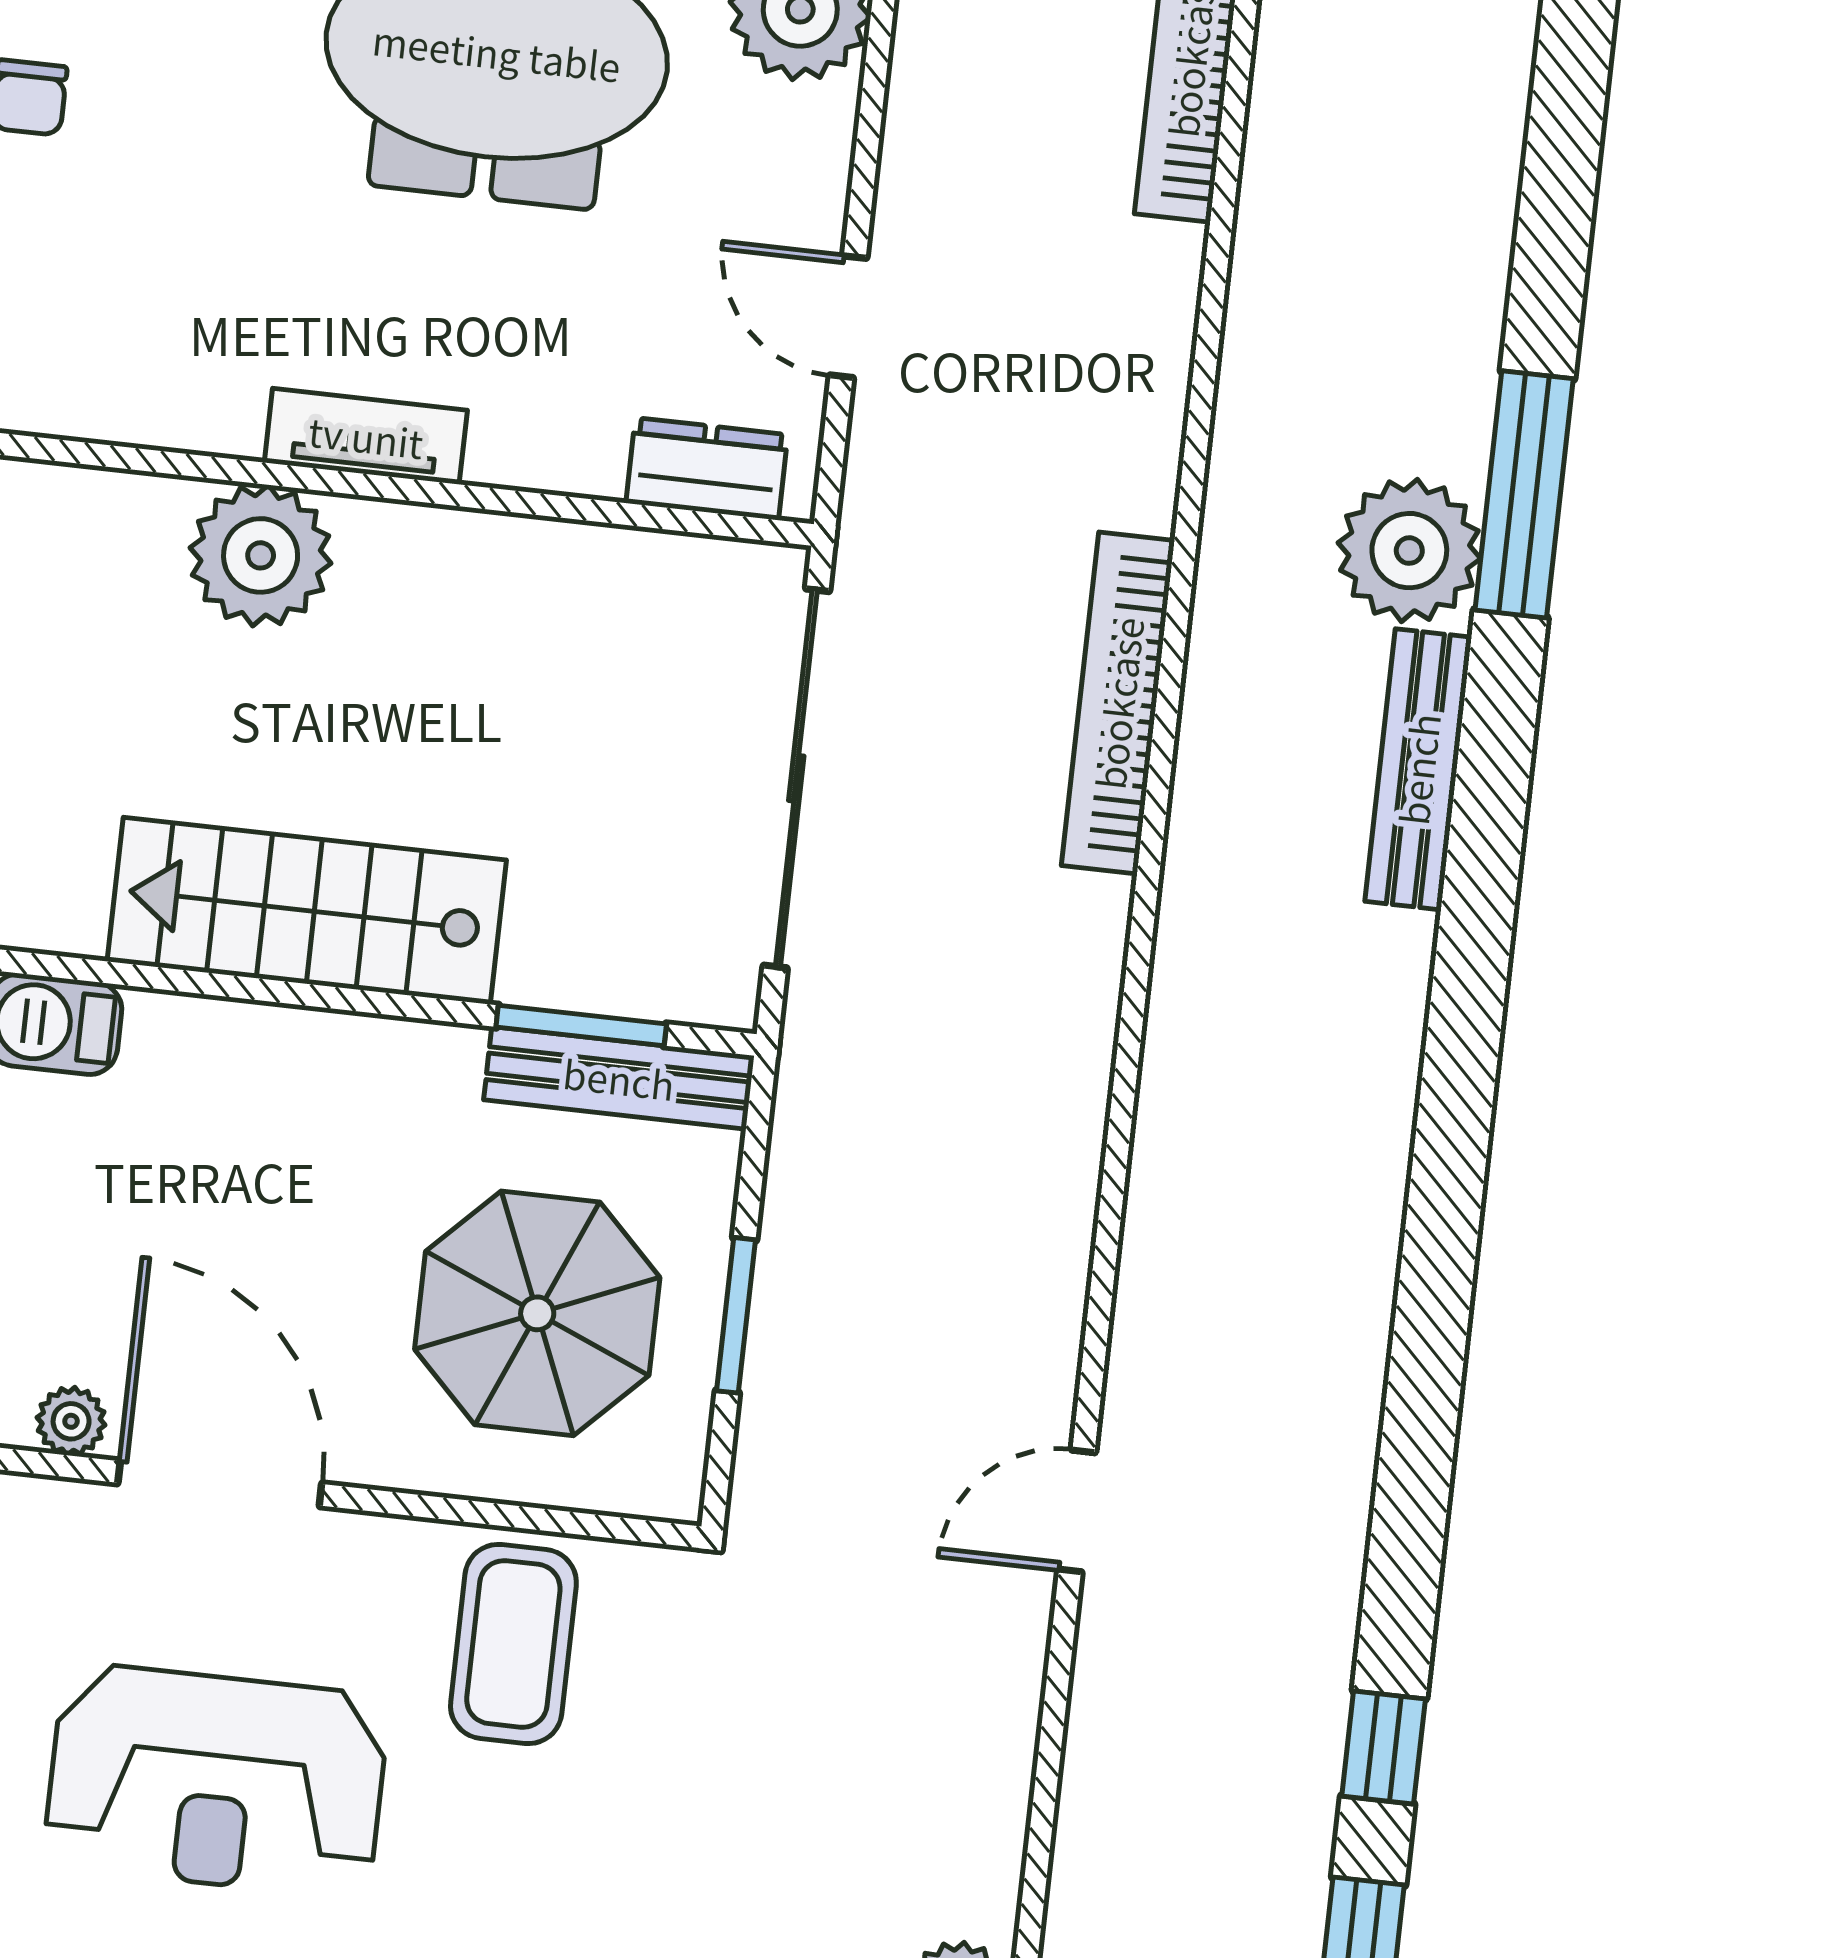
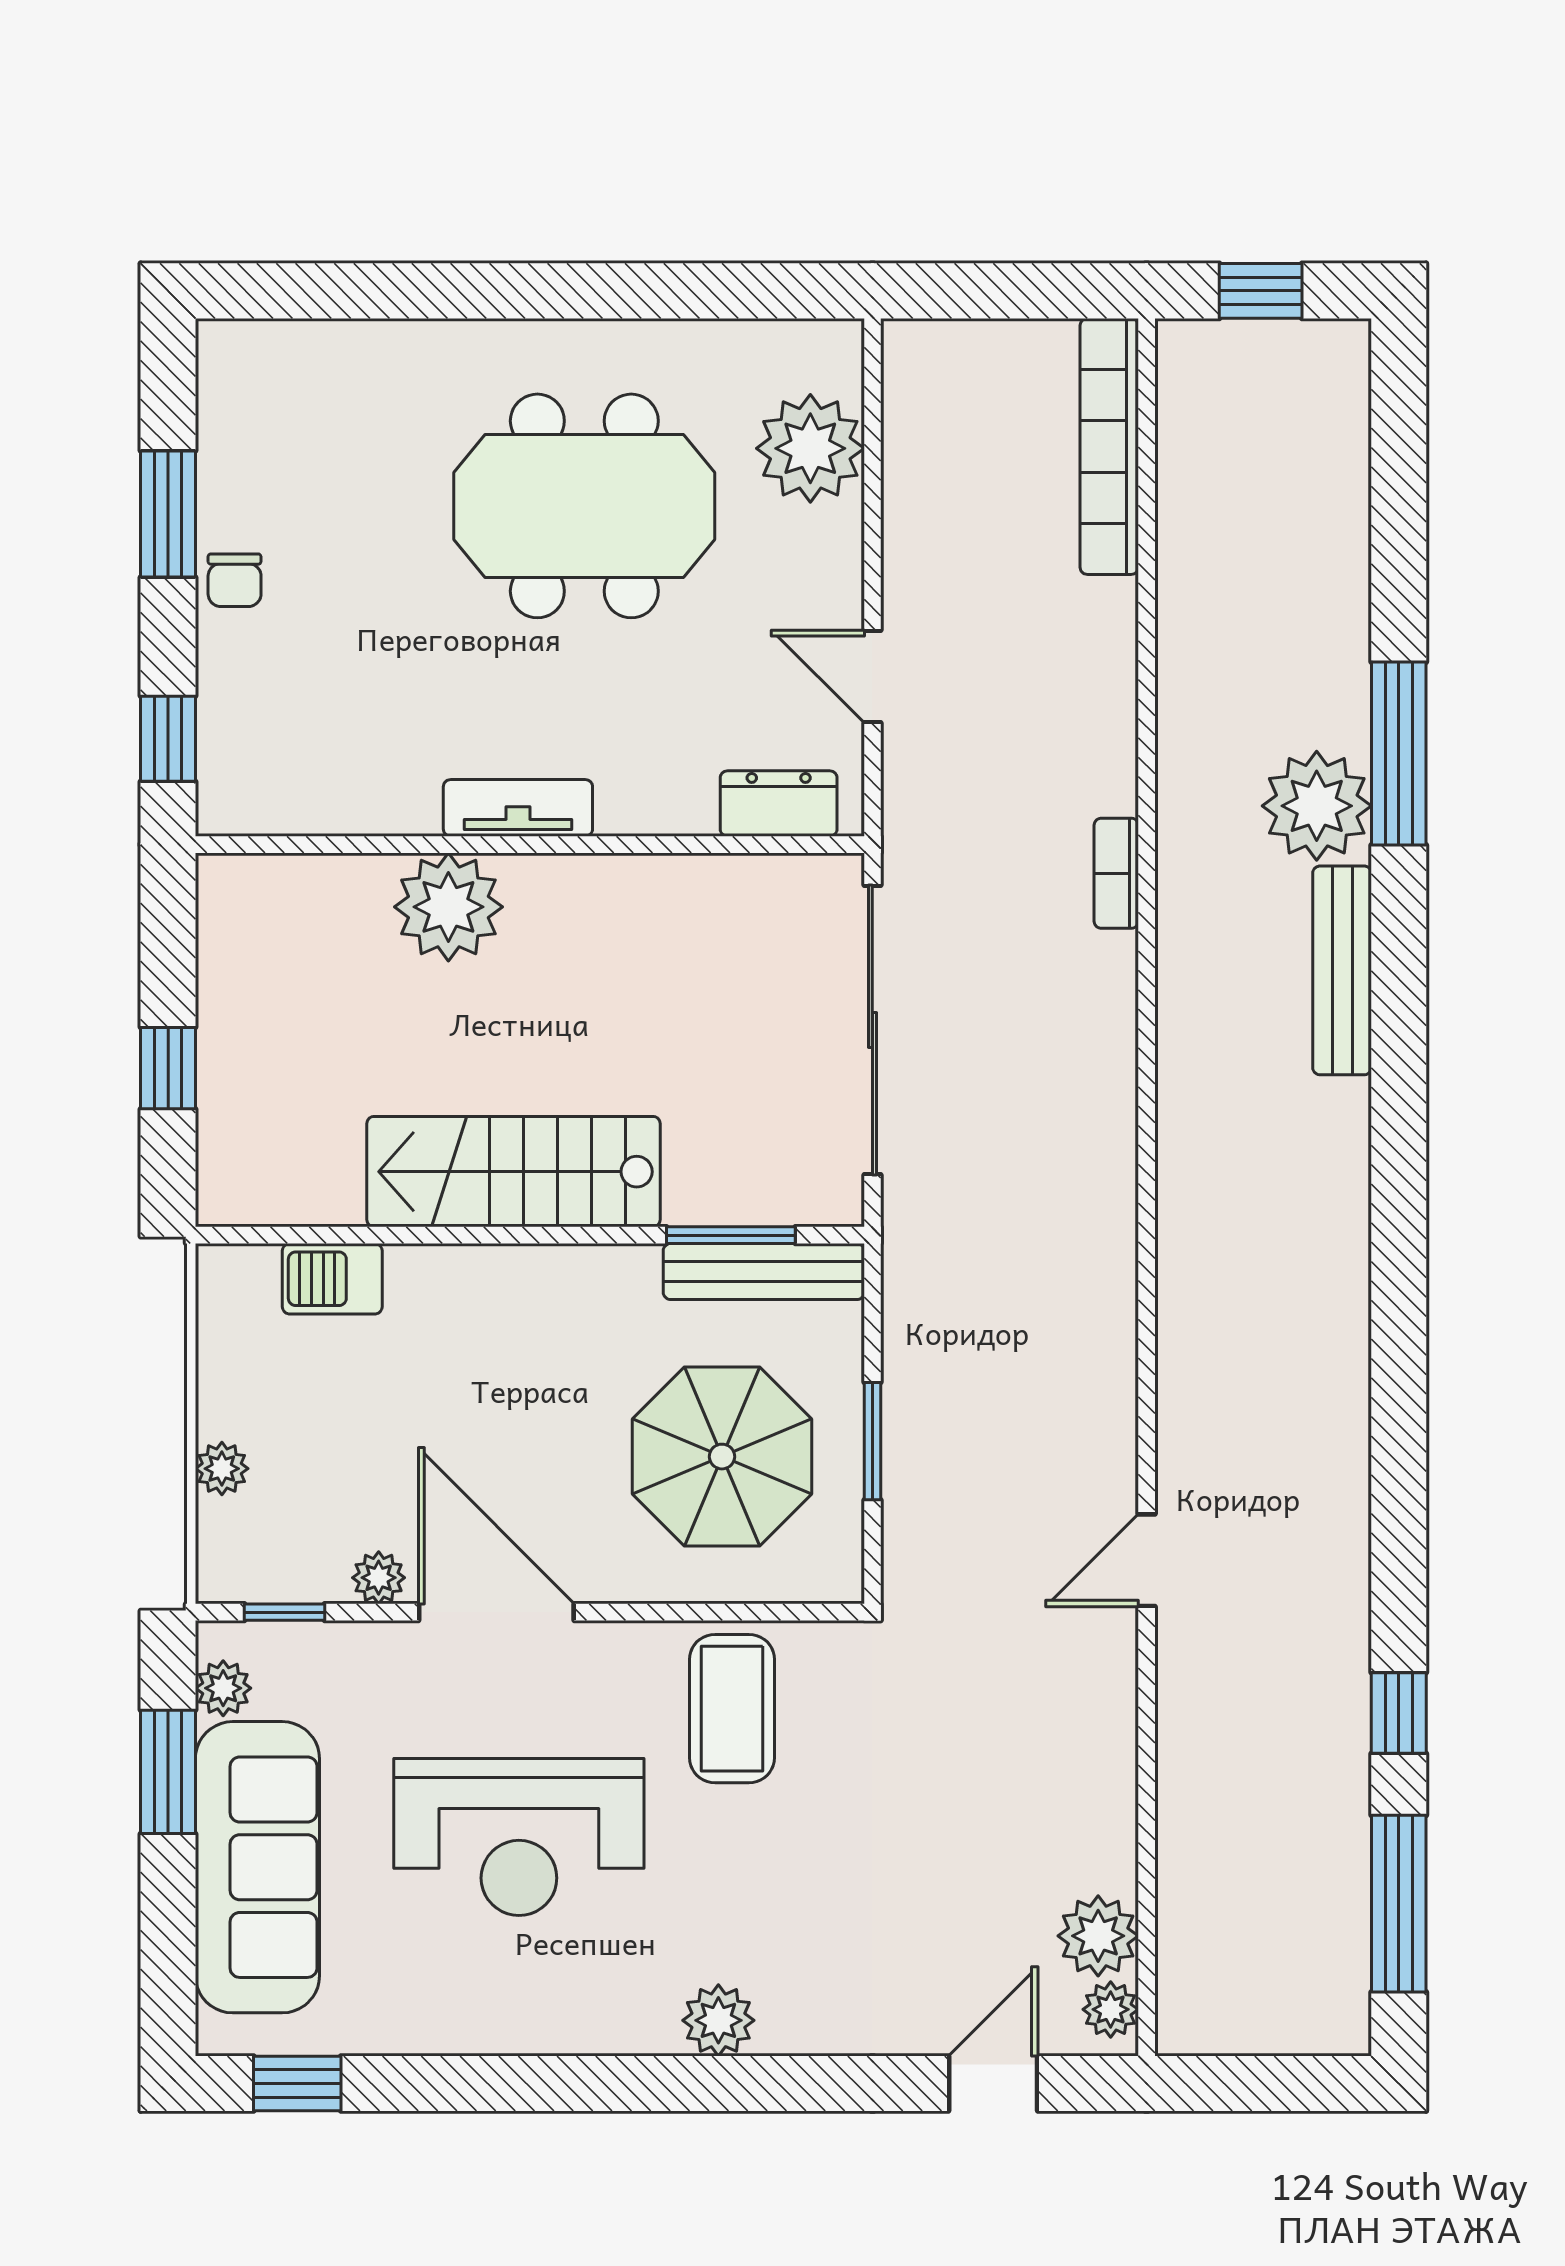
bookcase: (1118, 703) -> (1116, 873), width x0.43, depth x0.76

